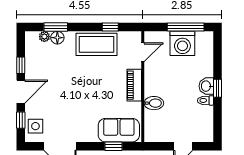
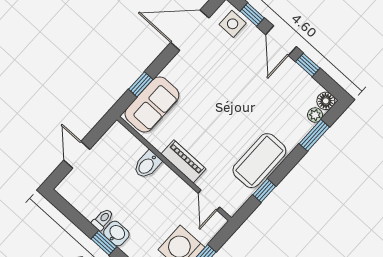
floor lamp: (57, 38) -> (326, 101), moved

